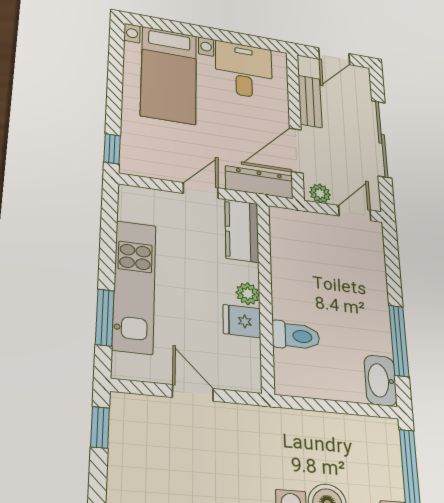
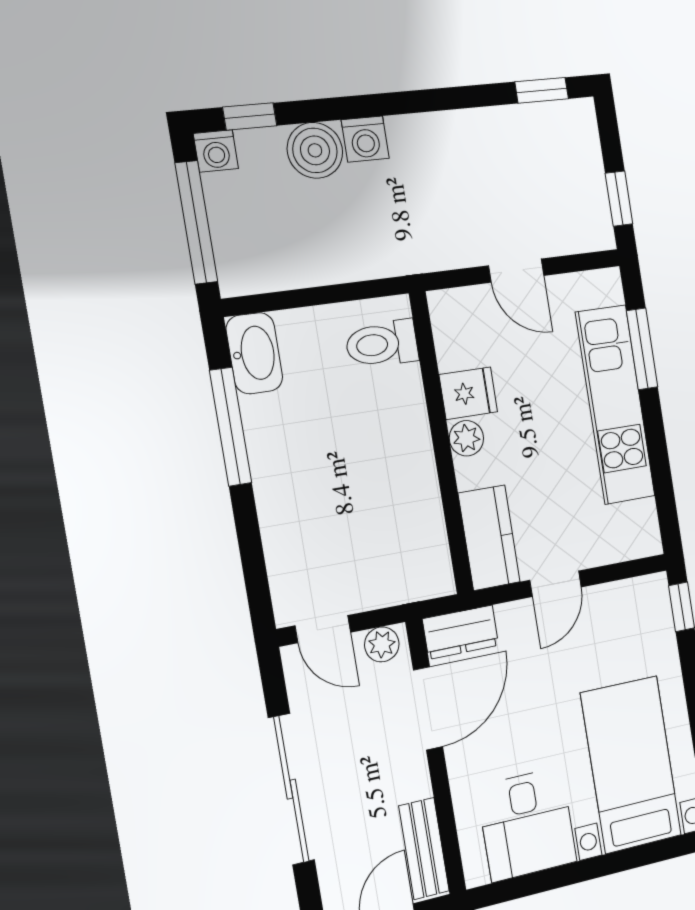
bench: (310, 101) -> (424, 848), moved
dresser: (259, 182) -> (461, 632), width x0.70
door: (355, 213) -> (323, 629), hinge flipped
toilet: (296, 336) -> (382, 344), moved

